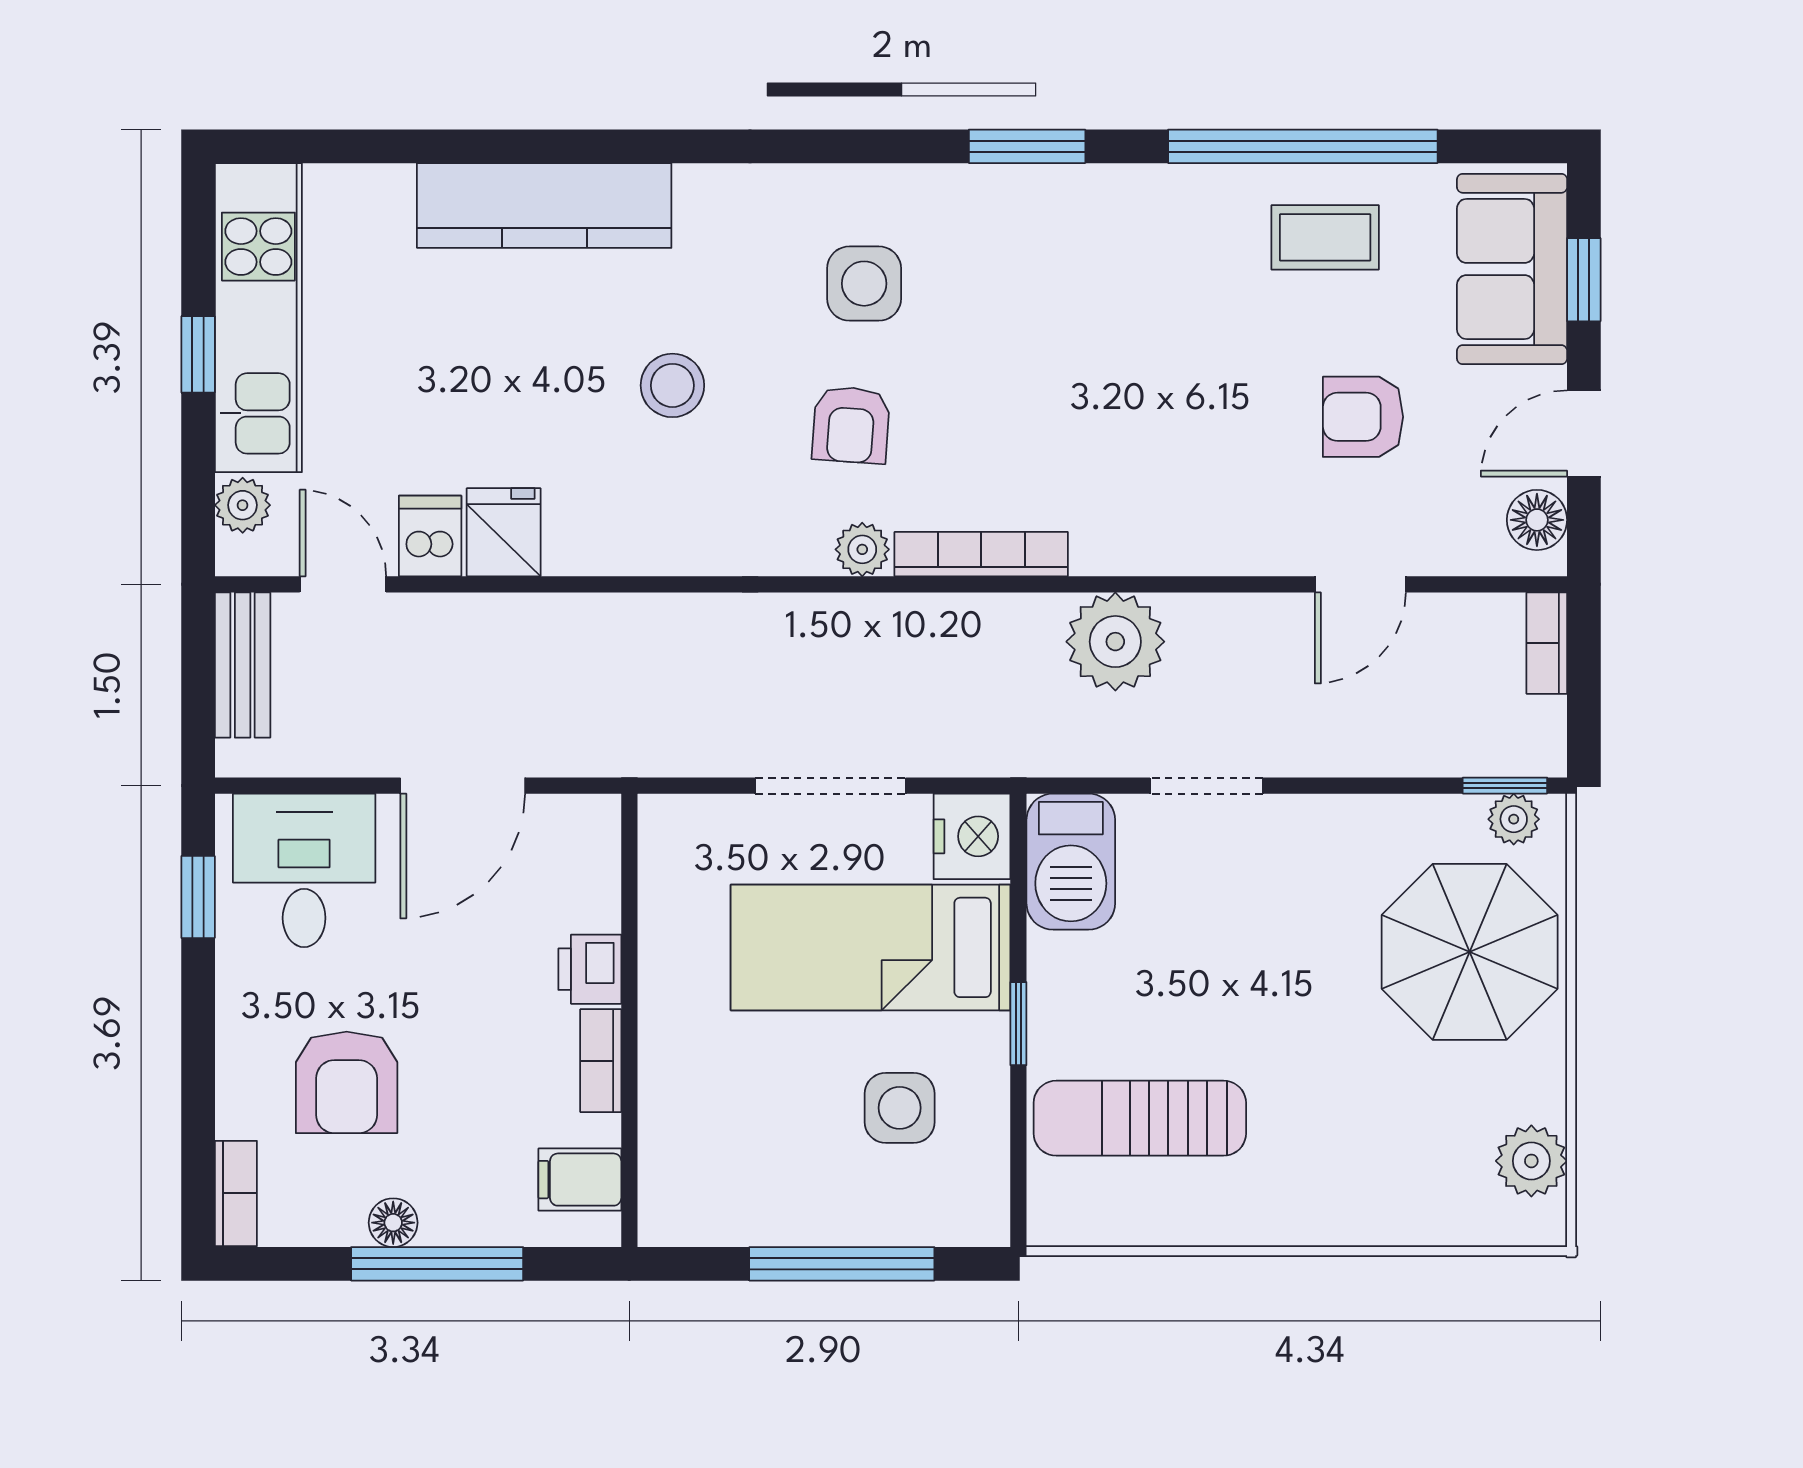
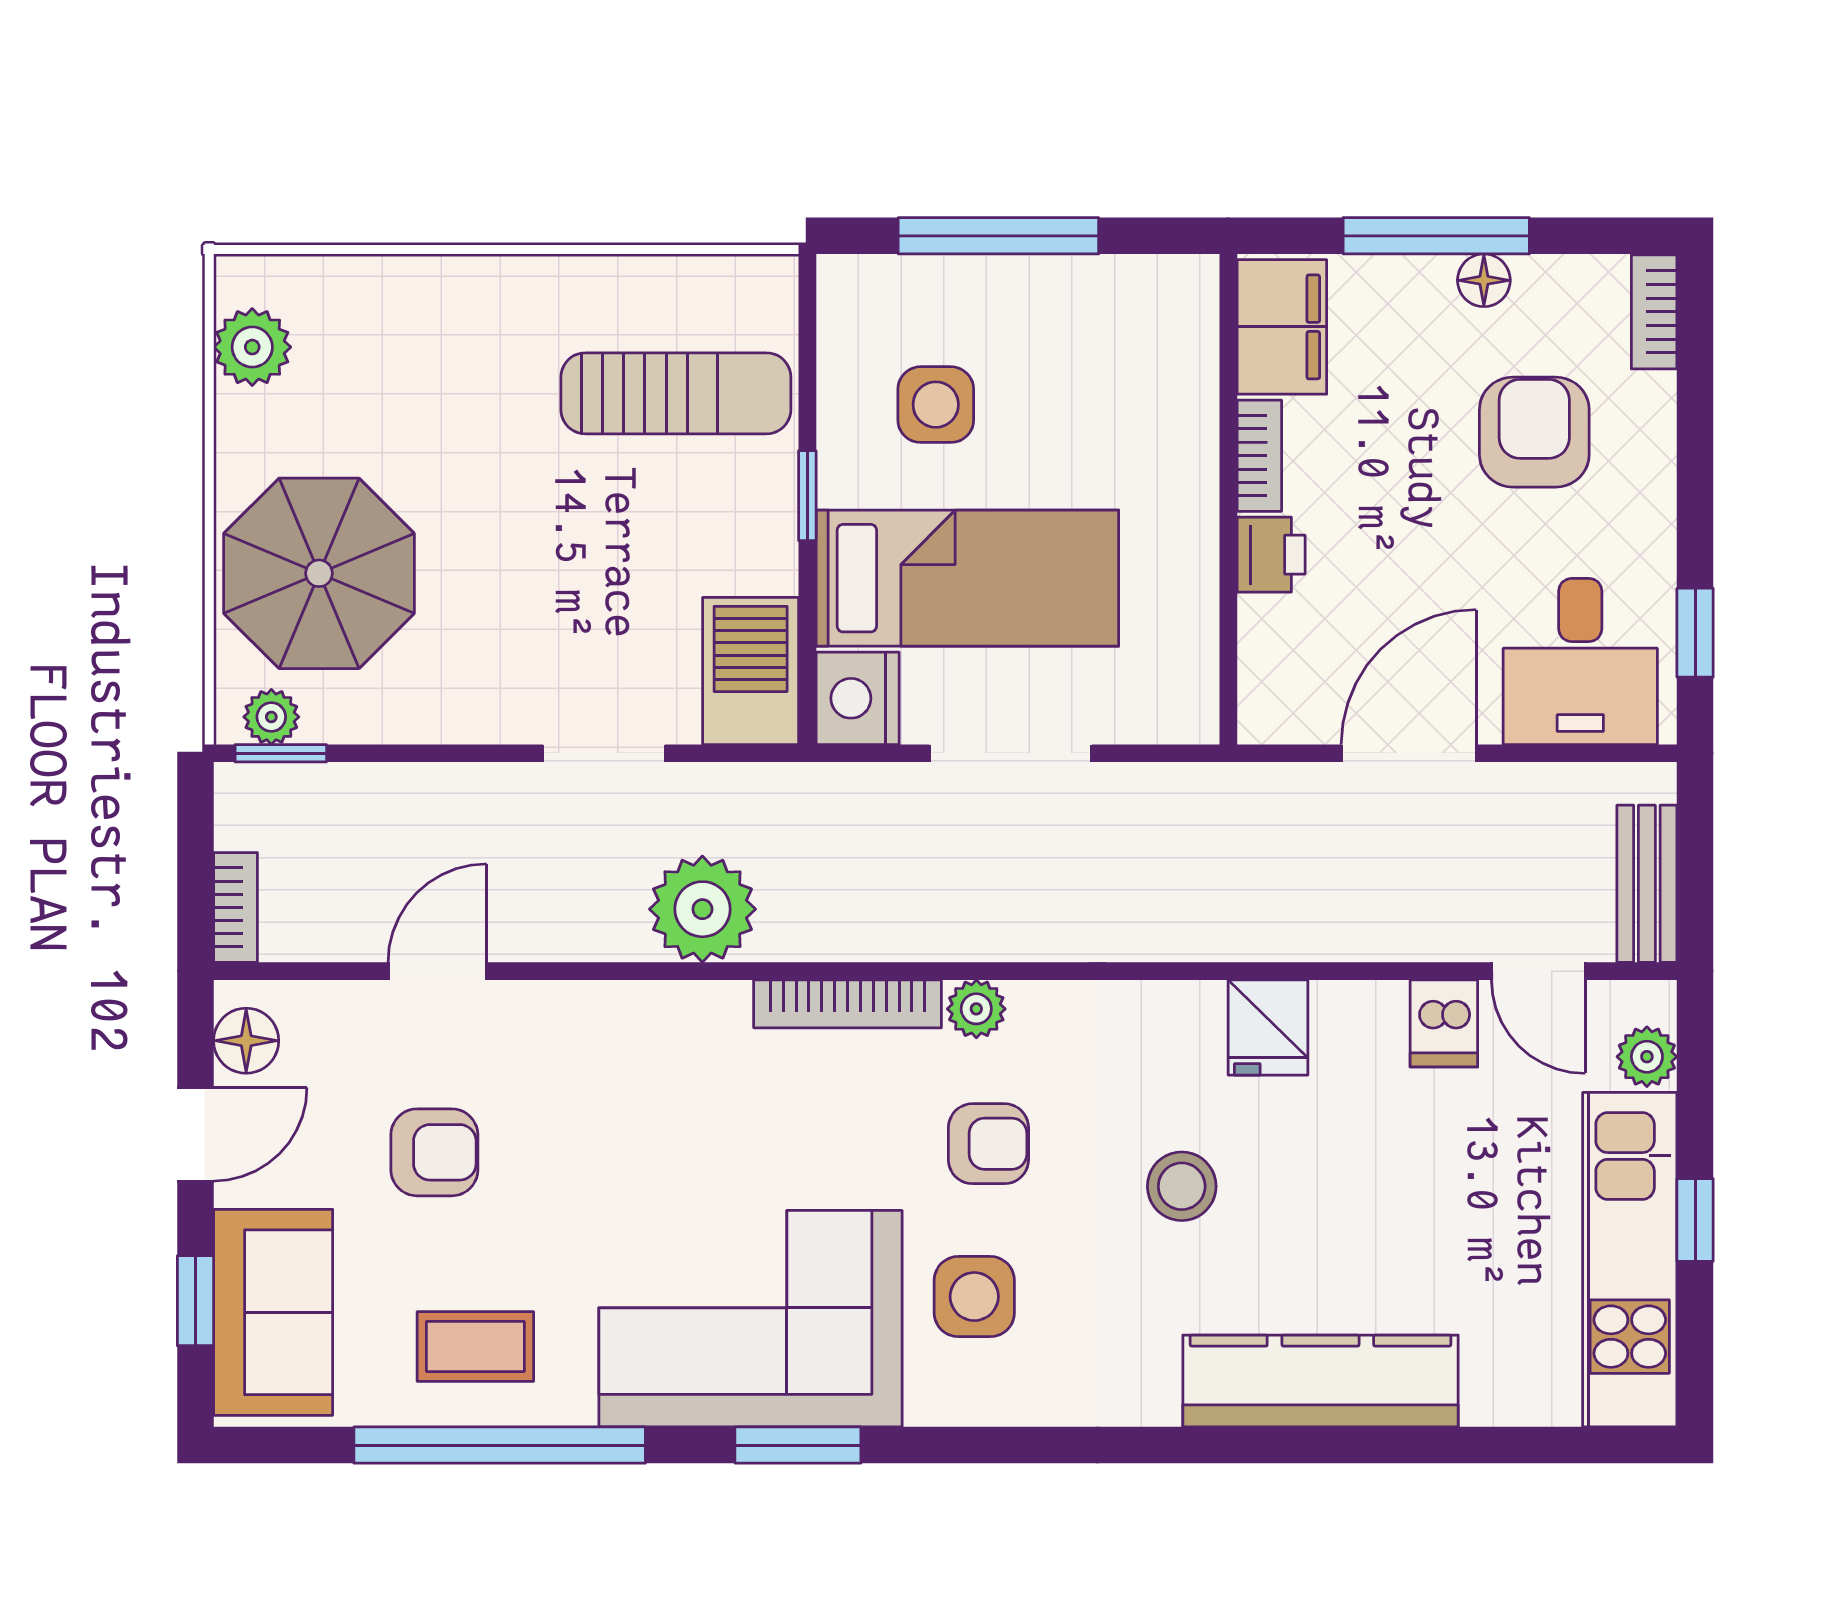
corner sofa: (1071, 263) -> (750, 1319), added
armchair: (851, 425) -> (988, 1144), turned 86
fridge: (504, 532) -> (1268, 1027), moved
filing cabinet: (580, 1180) -> (1282, 327), width x2.00

